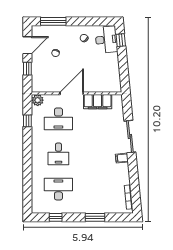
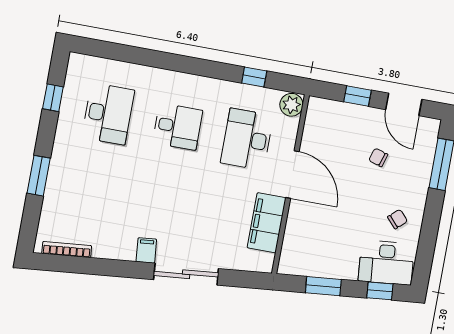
window: (123, 68) -> (323, 286), added
desk: (58, 154) -> (177, 126), turned 180

